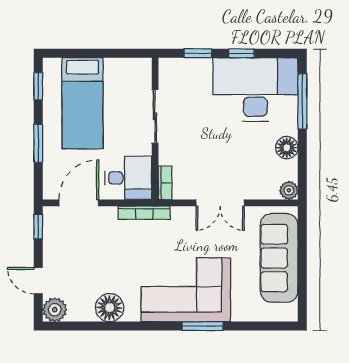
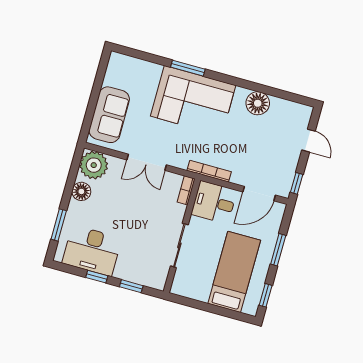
desk: (255, 90) -> (92, 251), width x0.73, depth x0.77
window: (302, 101) -> (59, 225), width x0.69
plant: (289, 190) -> (94, 165), width x1.88, depth x1.88
double door: (220, 203) -> (147, 162), swing flipped
sofa: (279, 258) -> (109, 115), width x0.73
plant: (55, 310) -> (302, 114), removed

